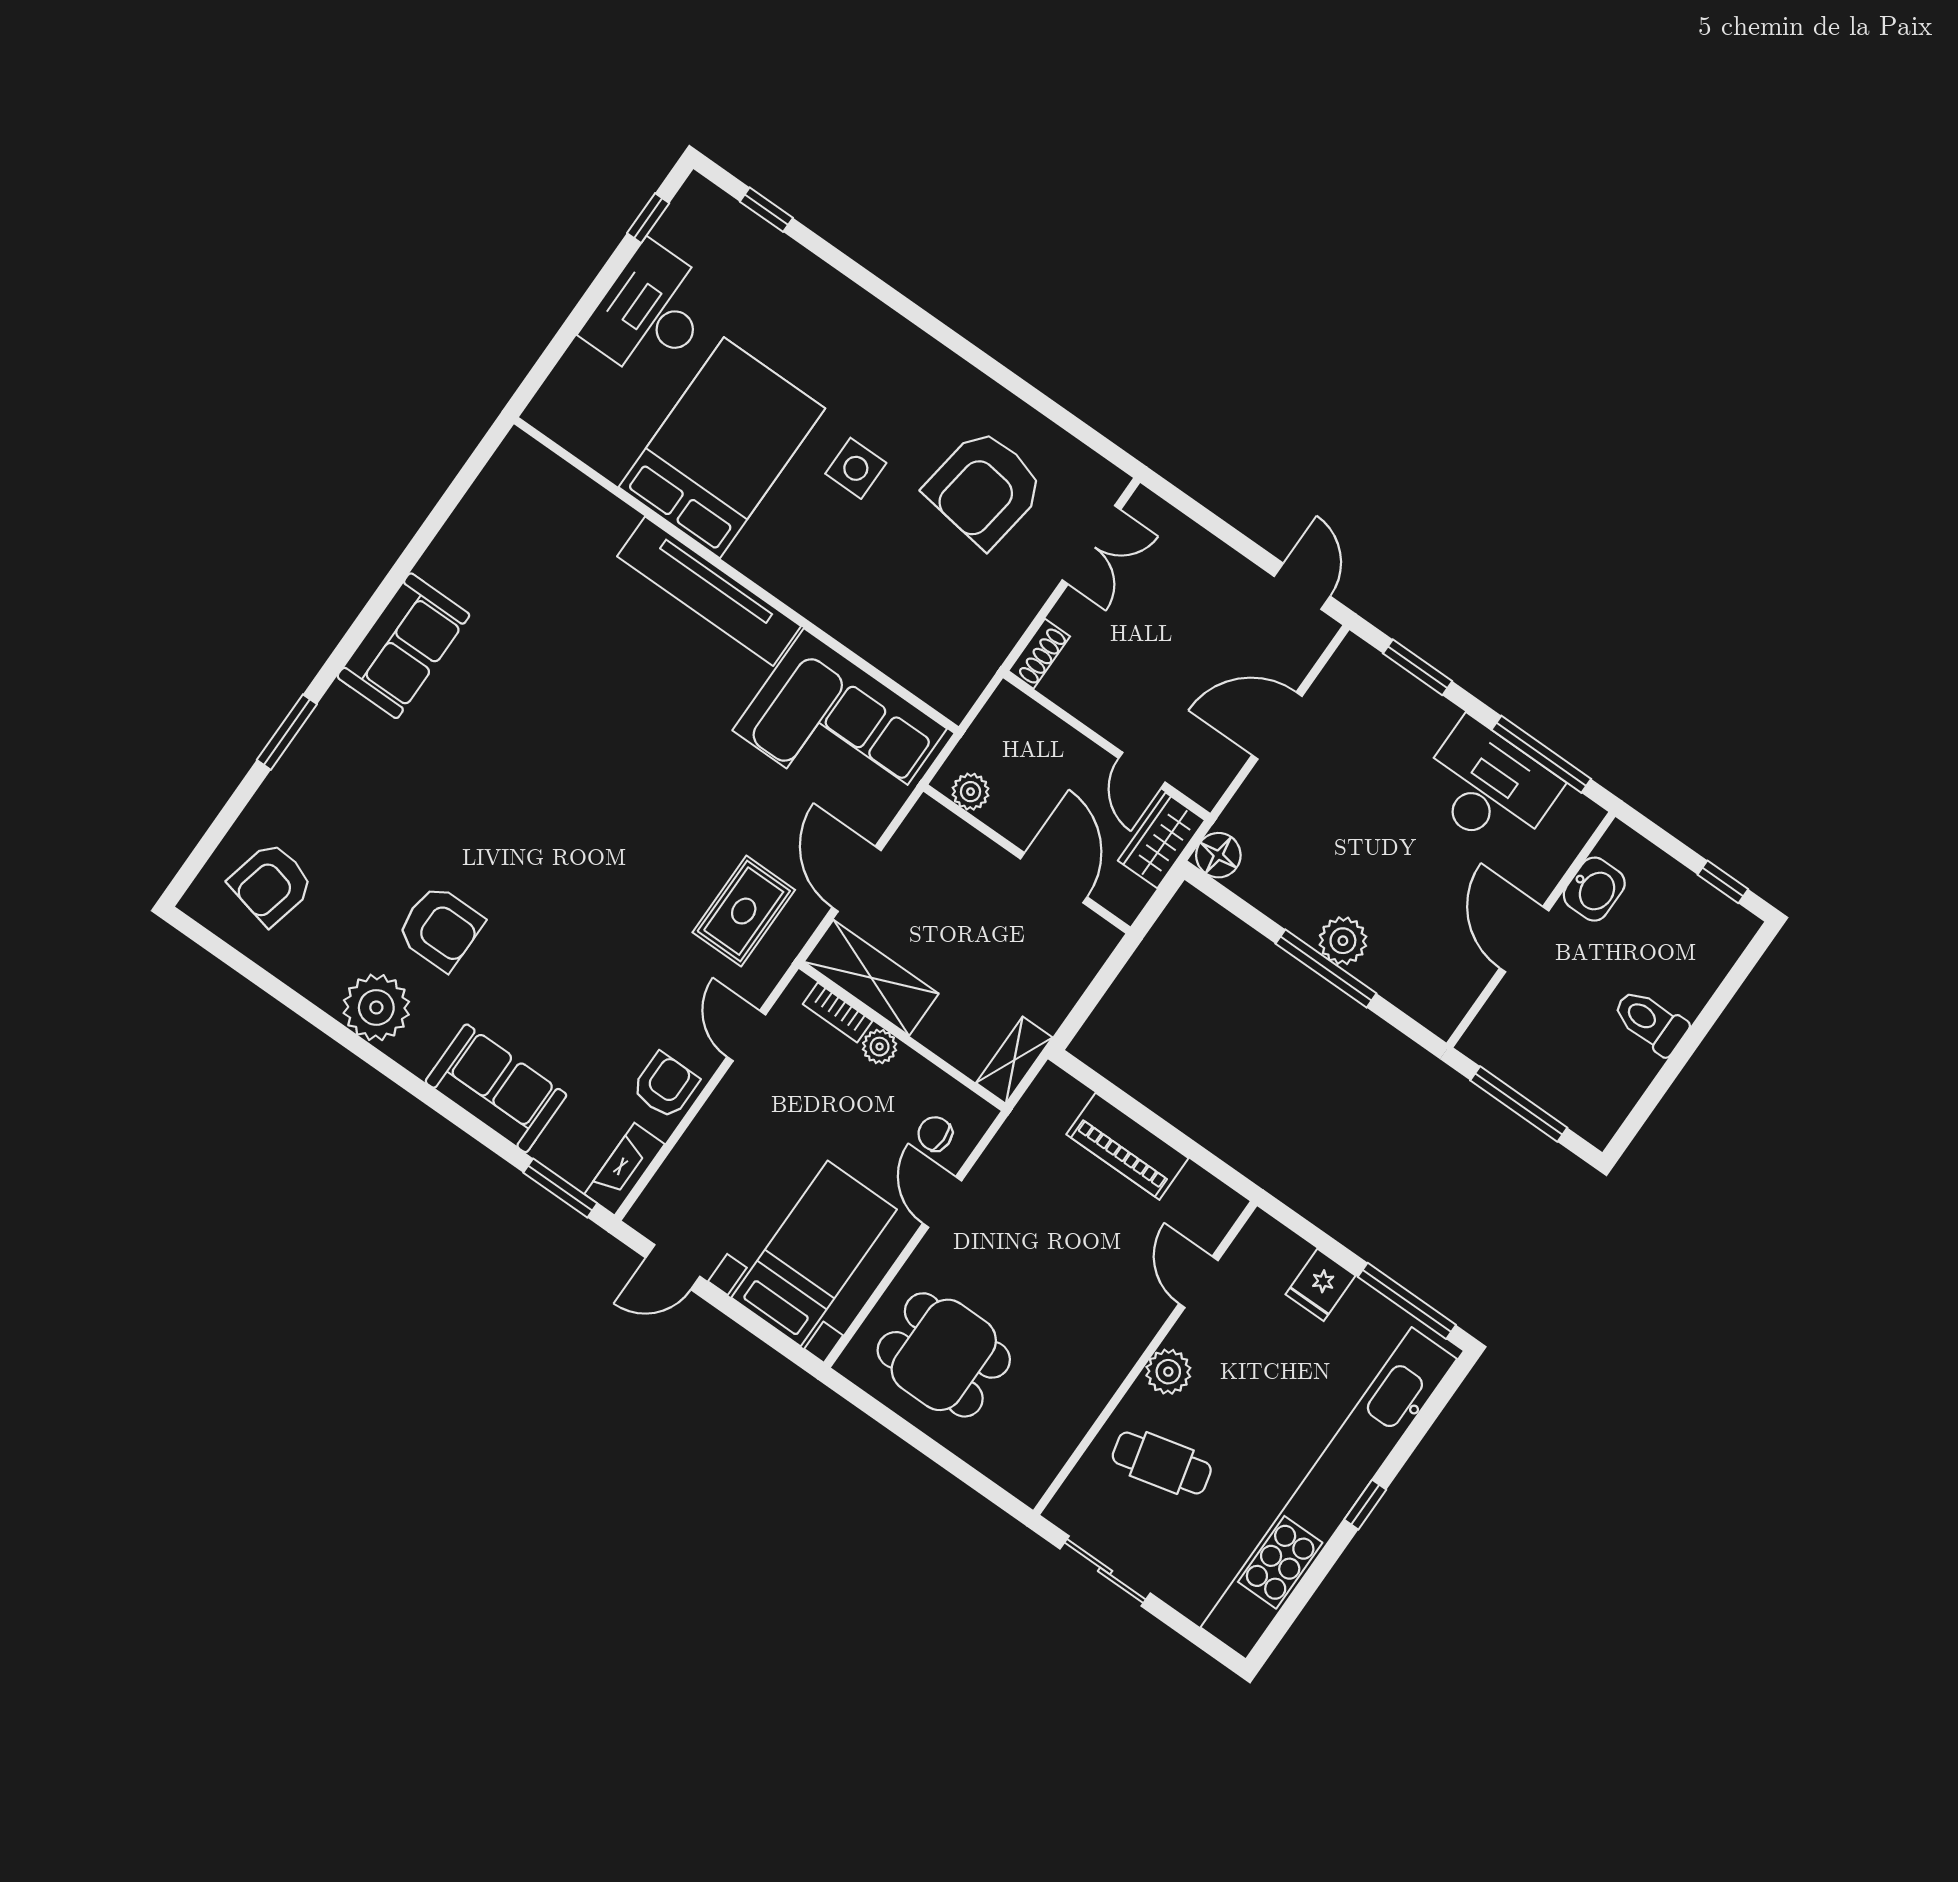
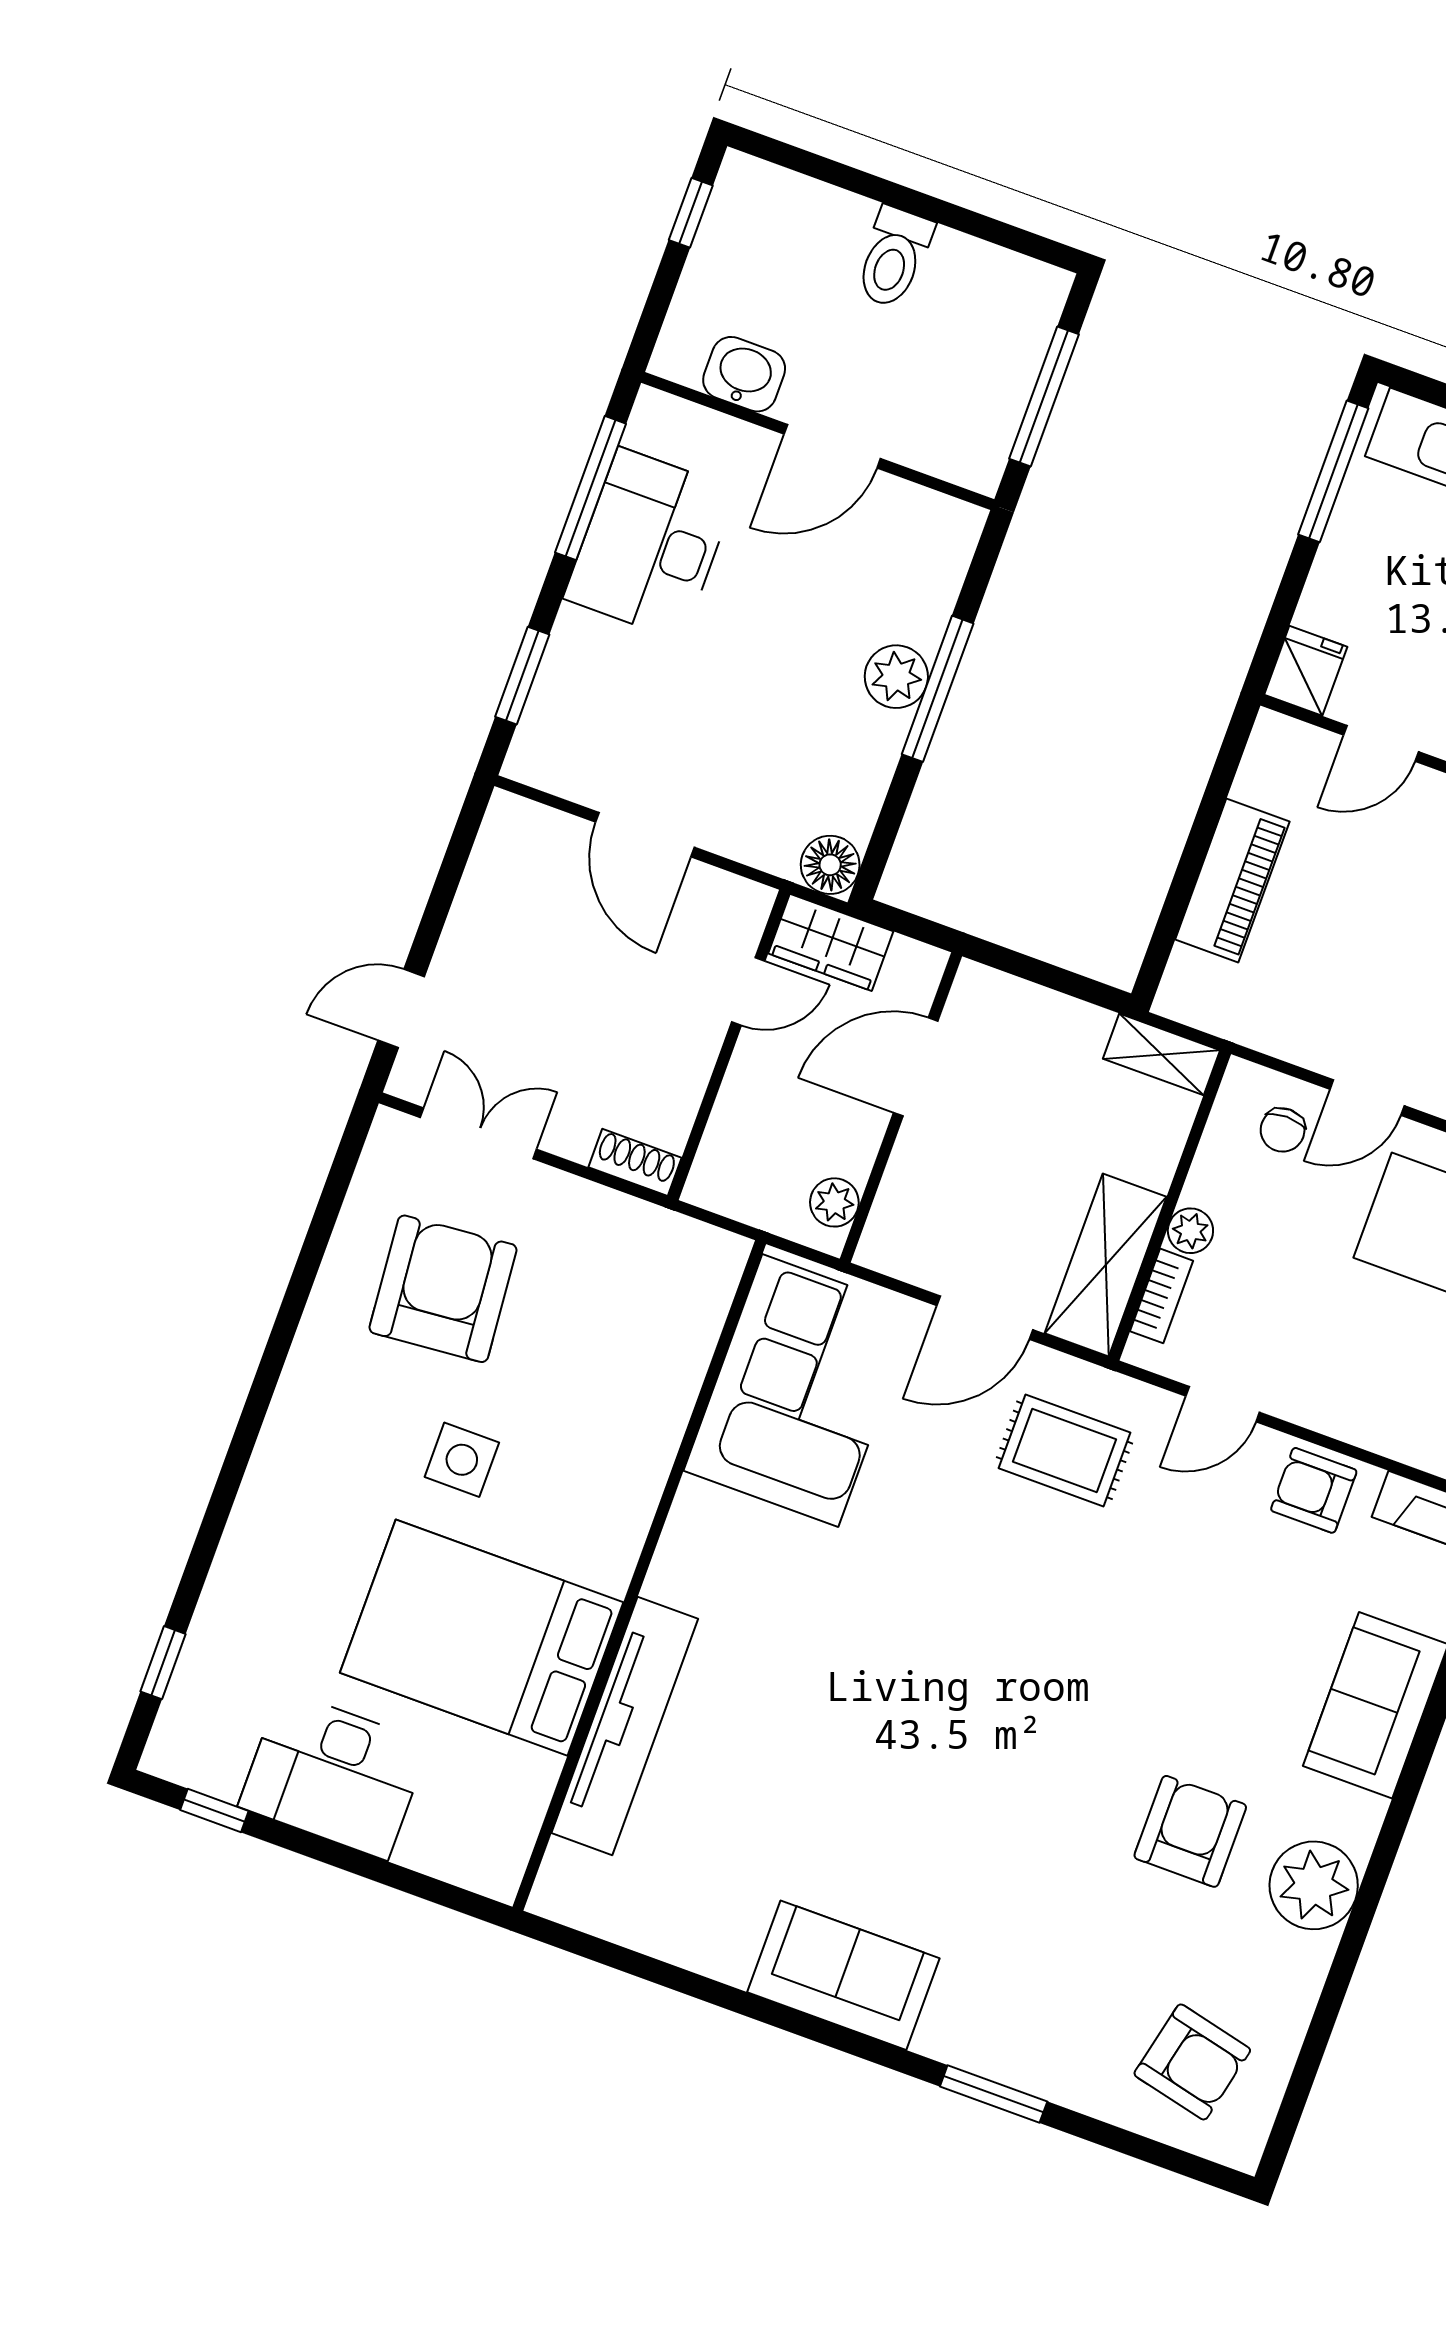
armchair: (985, 488) -> (443, 1289), turned -103
door: (1302, 586) -> (401, 1008), moved
tv unit: (709, 591) -> (625, 1726), moved
fridge: (1321, 1285) -> (1306, 671), moved, turned -90

